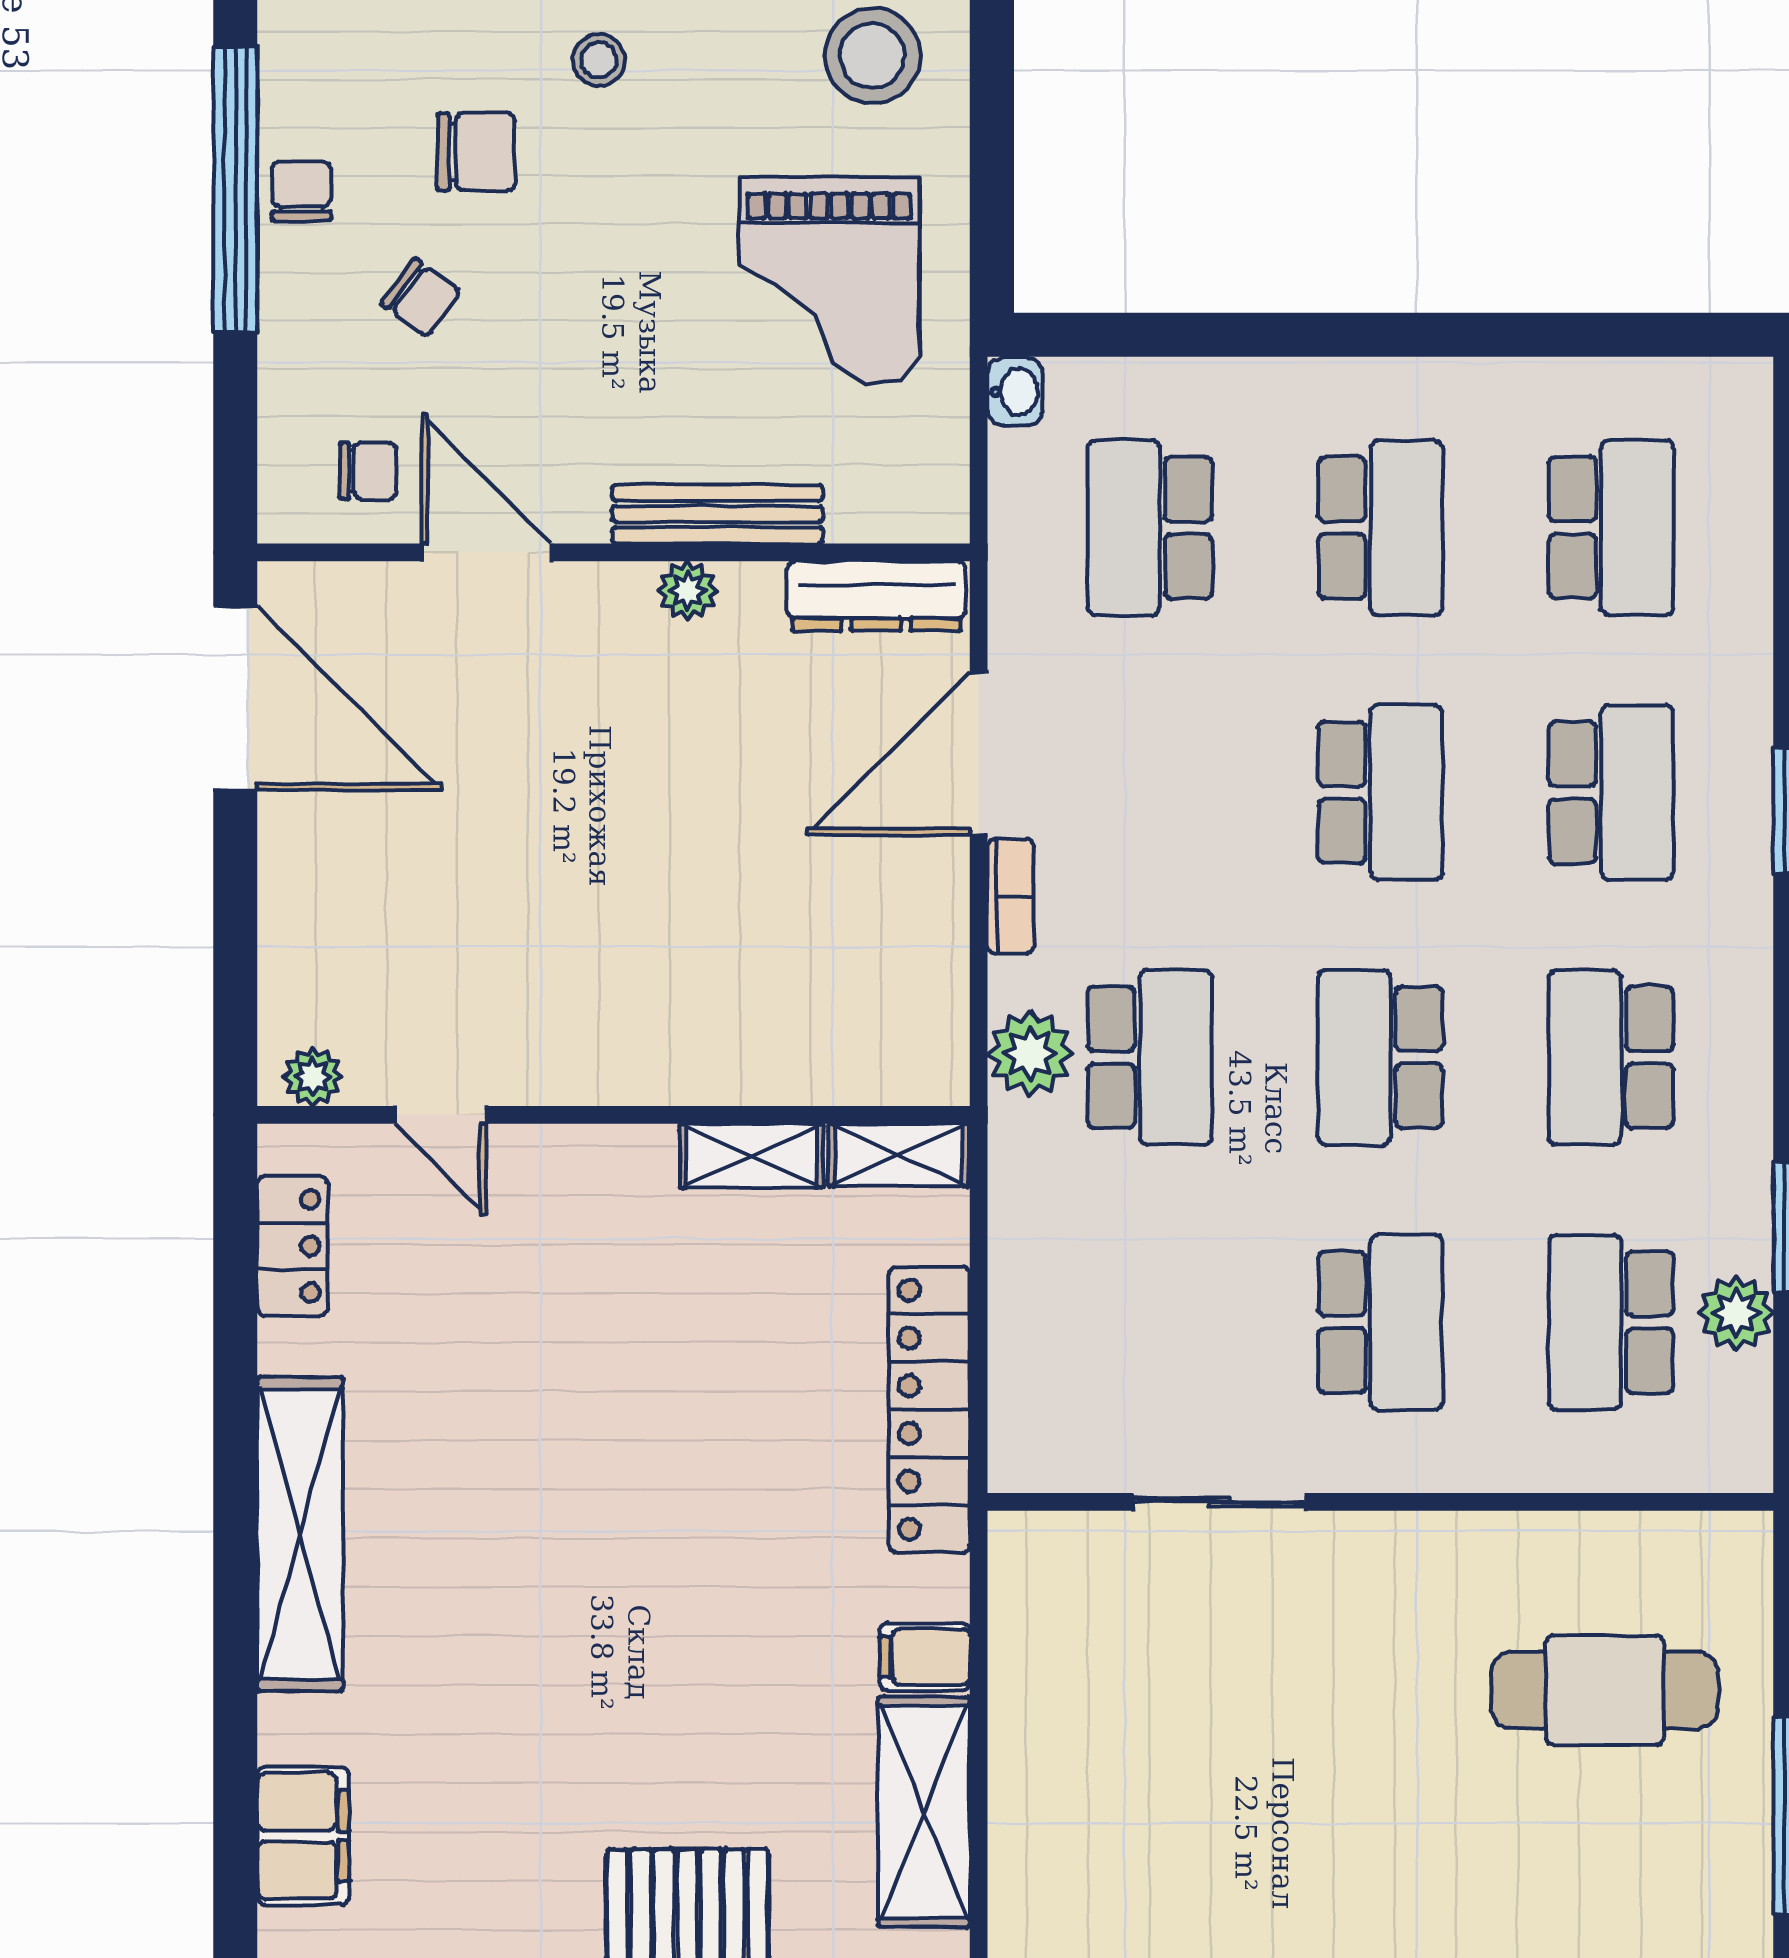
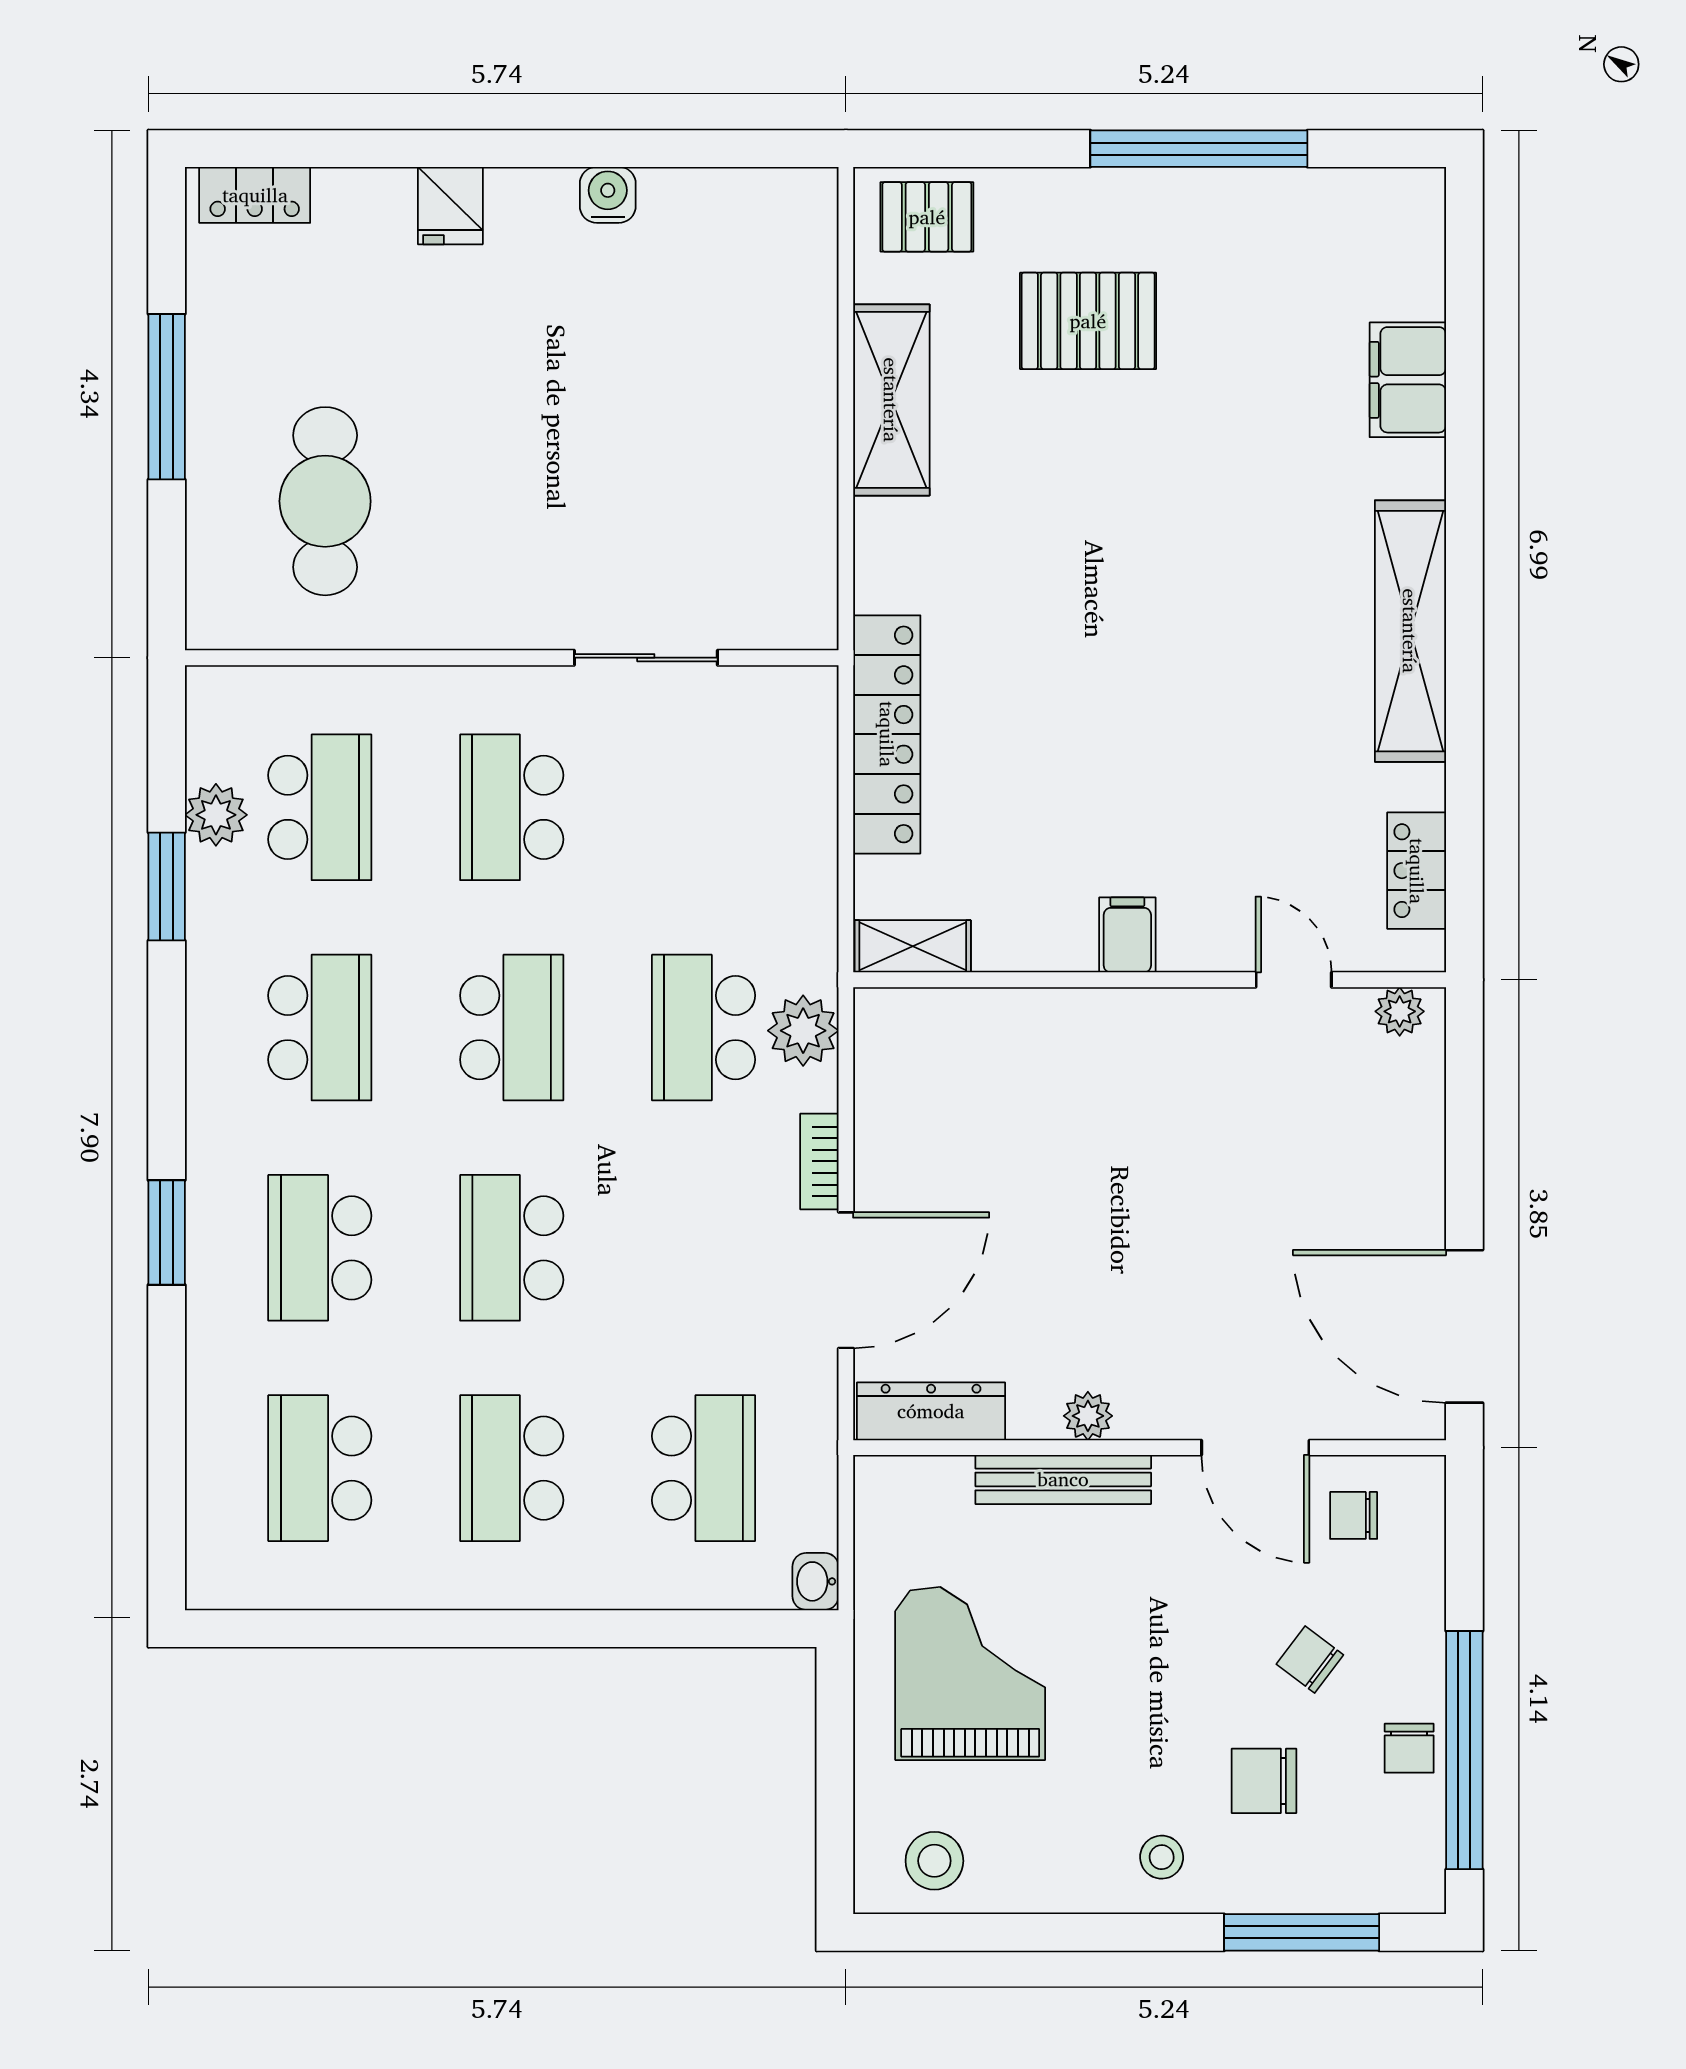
stool: (872, 56) -> (934, 1861), width x0.73, depth x0.73
shelving: (751, 1156) -> (1035, 946), removed
filing cabinet: (925, 1657) -> (1127, 935), moved, turned -90
cafe table: (1605, 1690) -> (325, 501), turned 90

